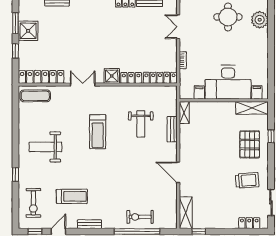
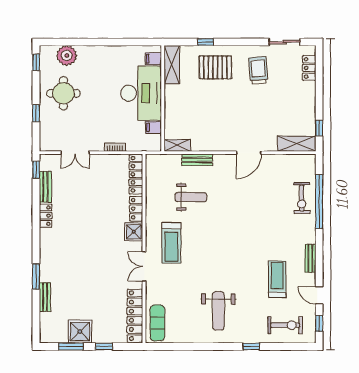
treadmill: (98, 132) -> (171, 243), moved, turned 90

